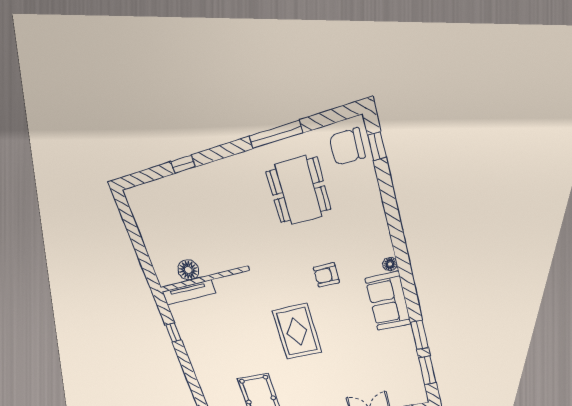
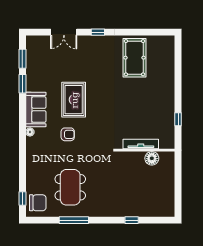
tv unit: (189, 292) -> (141, 144), moved
rug: (297, 332) -> (74, 100), moved

